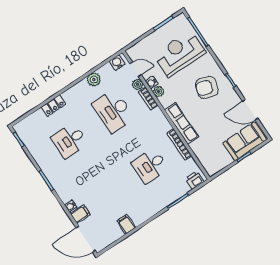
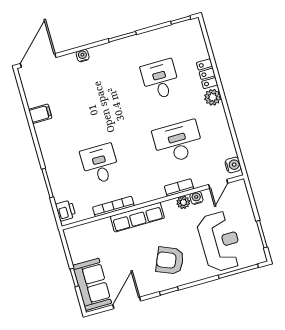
plant: (94, 80) -> (213, 97), moved
plant: (138, 84) -> (200, 181), removed
armchair: (207, 87) -> (170, 261), turned -85
filing cabinet: (80, 214) -> (70, 64), removed

